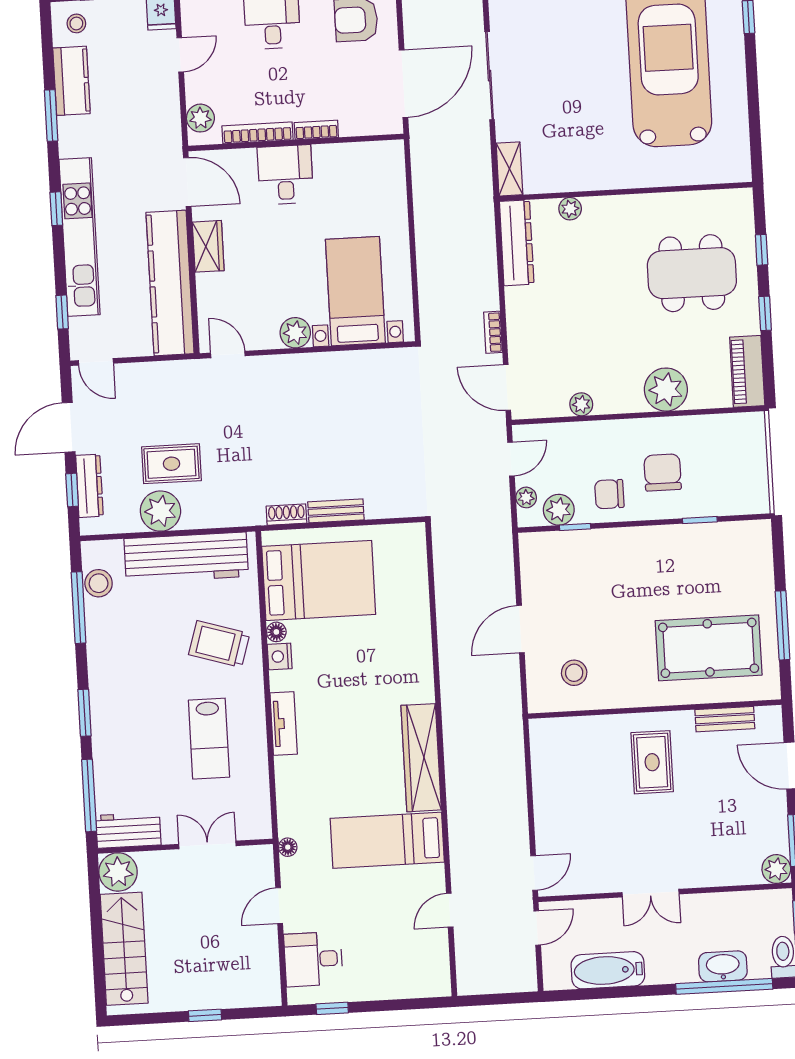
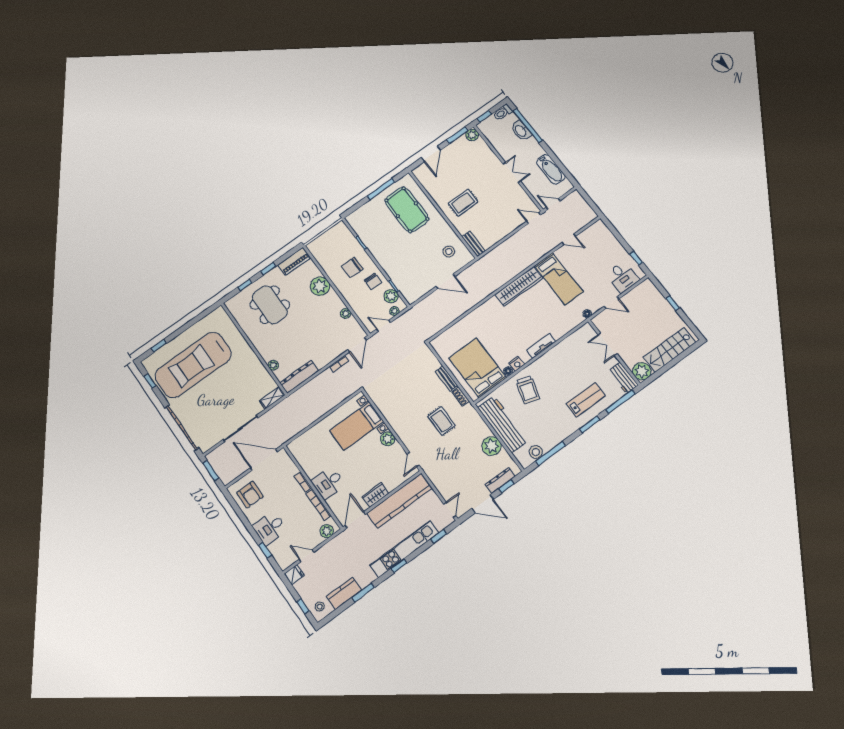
rug: (171, 464) -> (442, 421), moved
bench: (725, 719) -> (474, 244), moved
lab bench: (209, 739) -> (586, 400), moved

